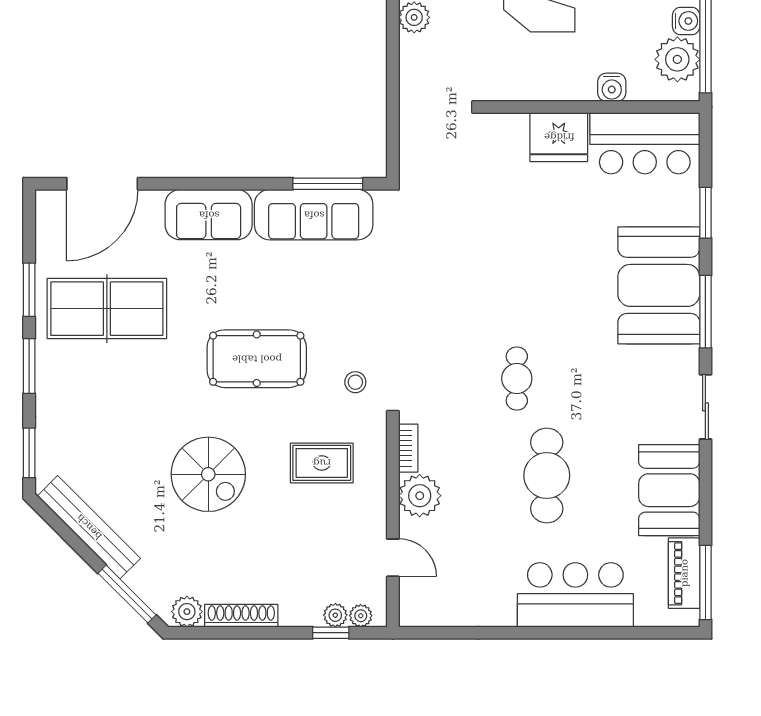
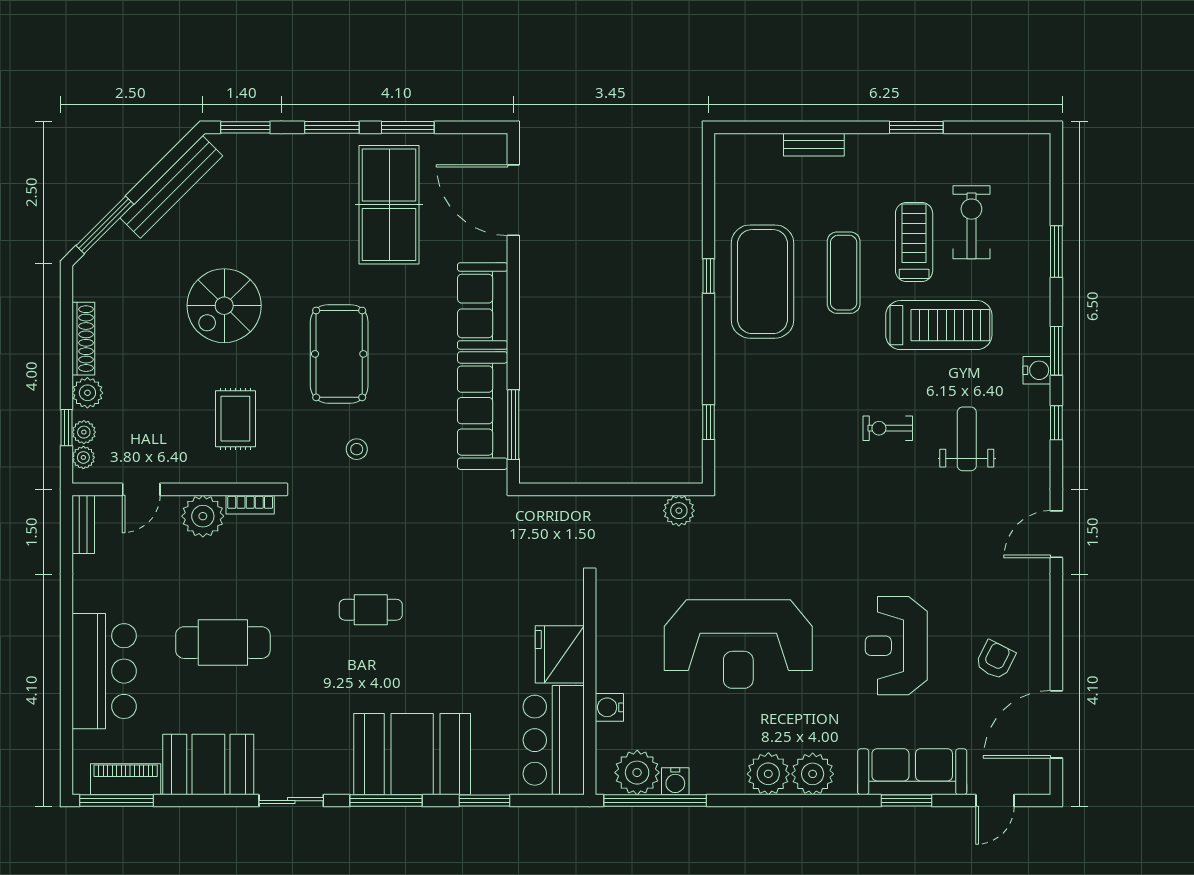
cafe table: (517, 379) -> (371, 610), moved
stool: (355, 382) -> (357, 449), moved
plant: (187, 612) -> (87, 393), moved
bench: (428, 616) -> (83, 524), added

